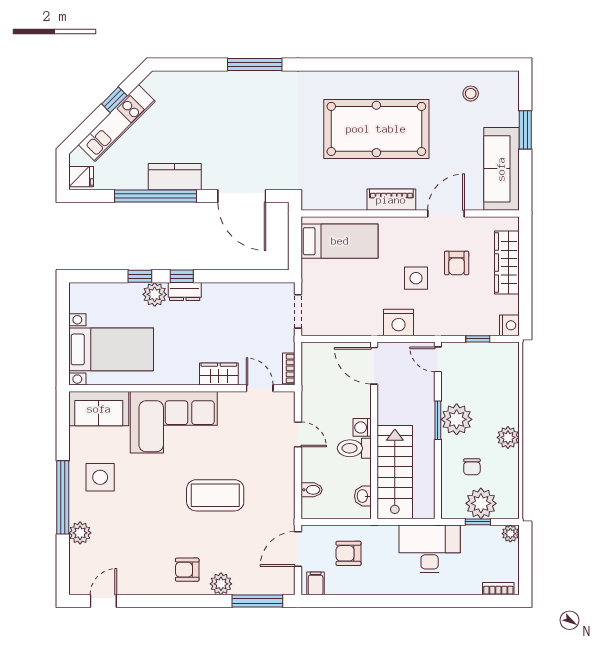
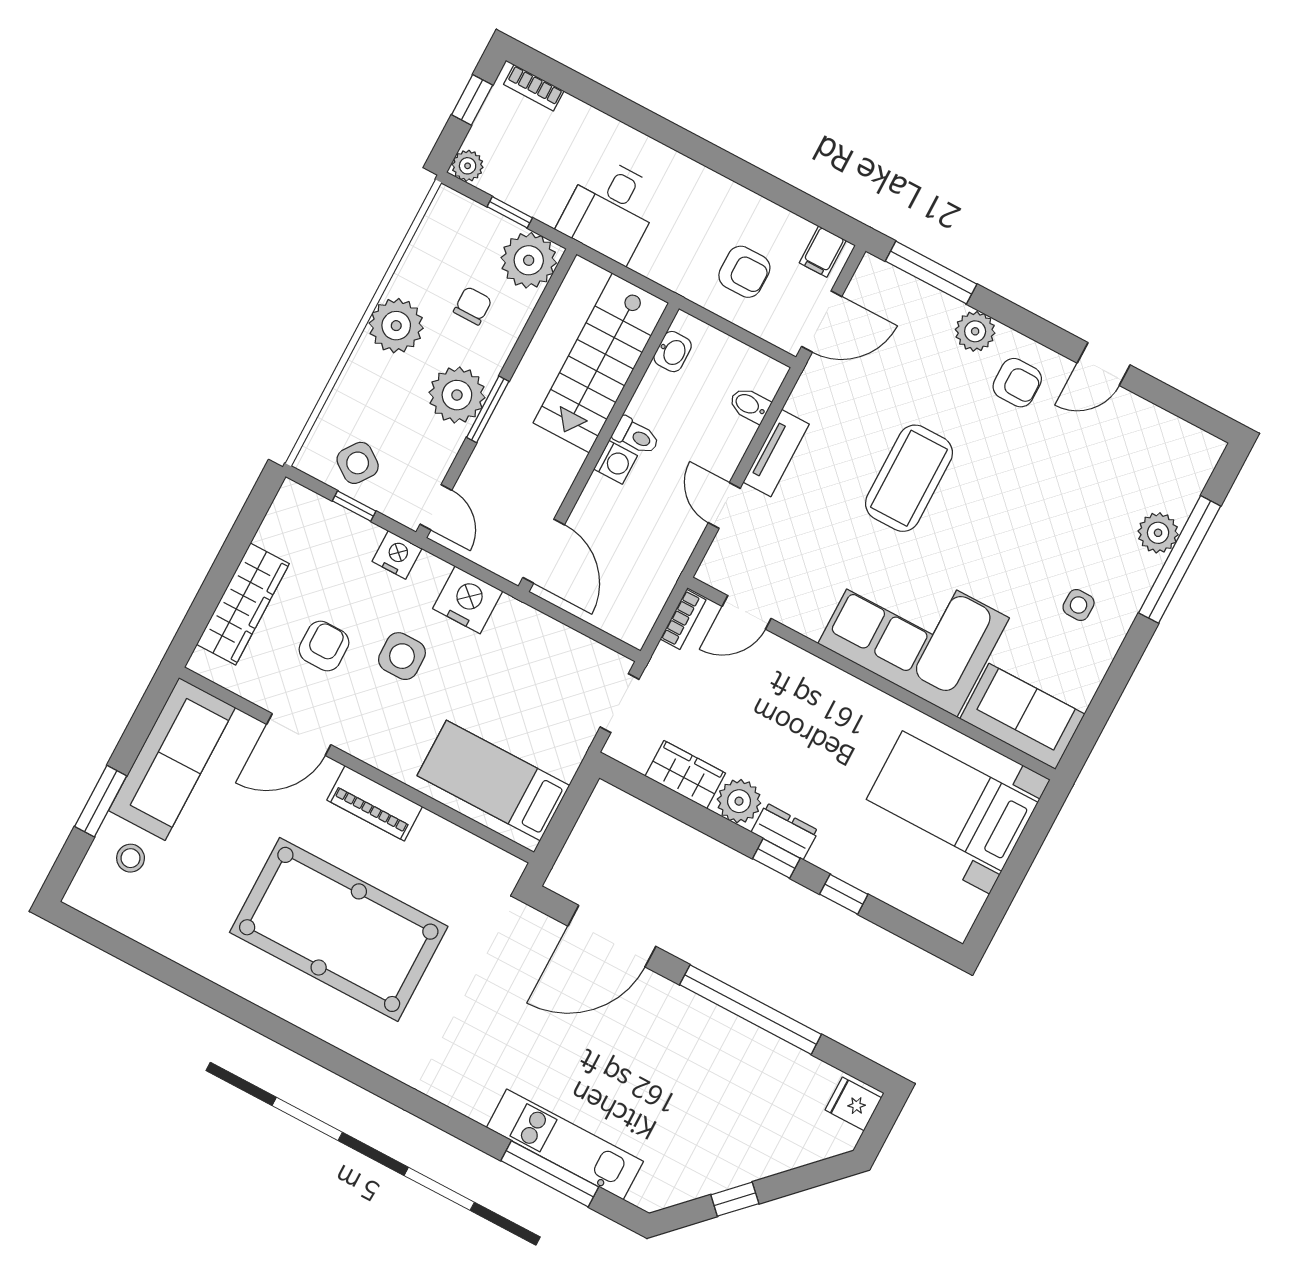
window: (255, 64) -> (550, 1174), moved
stool: (471, 94) -> (131, 858), moved
kitchen unit: (117, 123) -> (565, 1144), moved, turned 45
kitchen counter: (175, 177) -> (703, 1024), removed
door: (242, 196) -> (612, 936), swing flipped
plant: (155, 294) -> (739, 801), moved
nightstand: (509, 325) -> (397, 555), moved, turned 90
side table: (487, 361) -> (358, 463), added
wardrobe: (219, 374) -> (685, 775), moved, turned 180
door: (260, 388) -> (747, 612), hinge flipped
plant: (508, 437) -> (396, 326), width x1.36, depth x1.36
toilet: (354, 448) -> (636, 436), width x0.73, depth x0.72
tv unit: (286, 473) -> (776, 453), added
side table: (100, 477) -> (1079, 605), width x0.54, depth x0.54
coffee table: (215, 495) -> (909, 478), turned 90
window: (63, 497) -> (1180, 559), moved
plant: (481, 503) -> (529, 260), moved
desk: (430, 549) -> (610, 210), width x0.73
window: (525, 567) -> (472, 100), added
door: (103, 601) -> (1104, 364), moved

